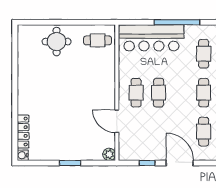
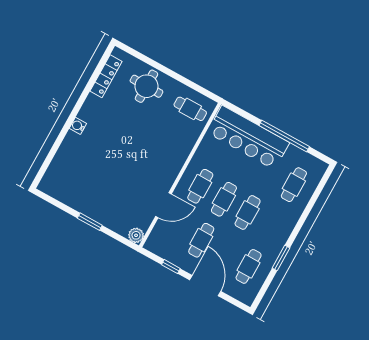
cafe table: (204, 93) -> (248, 212), moved
door: (117, 121) -> (163, 205), swing flipped
locker: (23, 132) -> (106, 76), moved
cafe table: (159, 132) -> (201, 240), added
water cooler: (23, 155) -> (78, 126), moved

